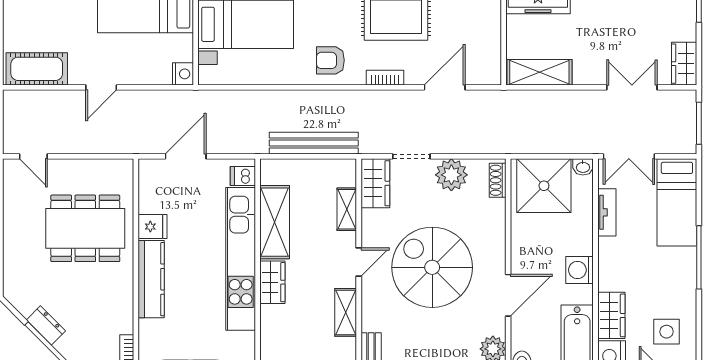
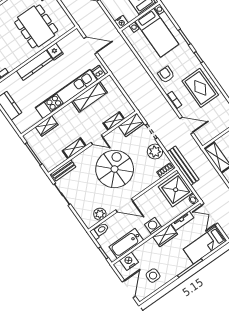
bench: (314, 143) -> (183, 166), moved
wardrobe: (272, 282) -> (47, 126), moved
wardrobe: (611, 315) -> (165, 236), moved

